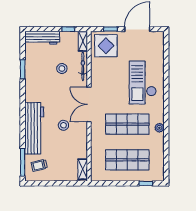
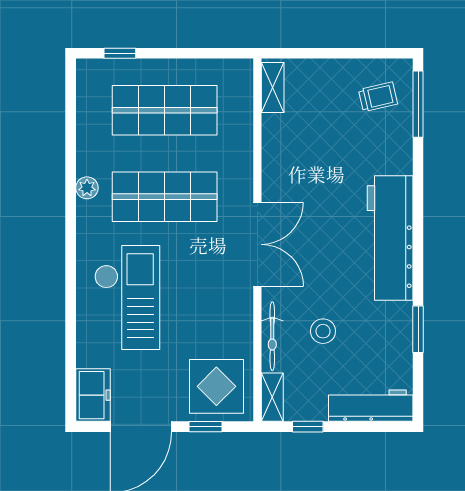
freezer: (157, 42) -> (93, 395), added
stool: (63, 125) -> (319, 194), removed
workbench: (34, 128) -> (390, 238), moved

